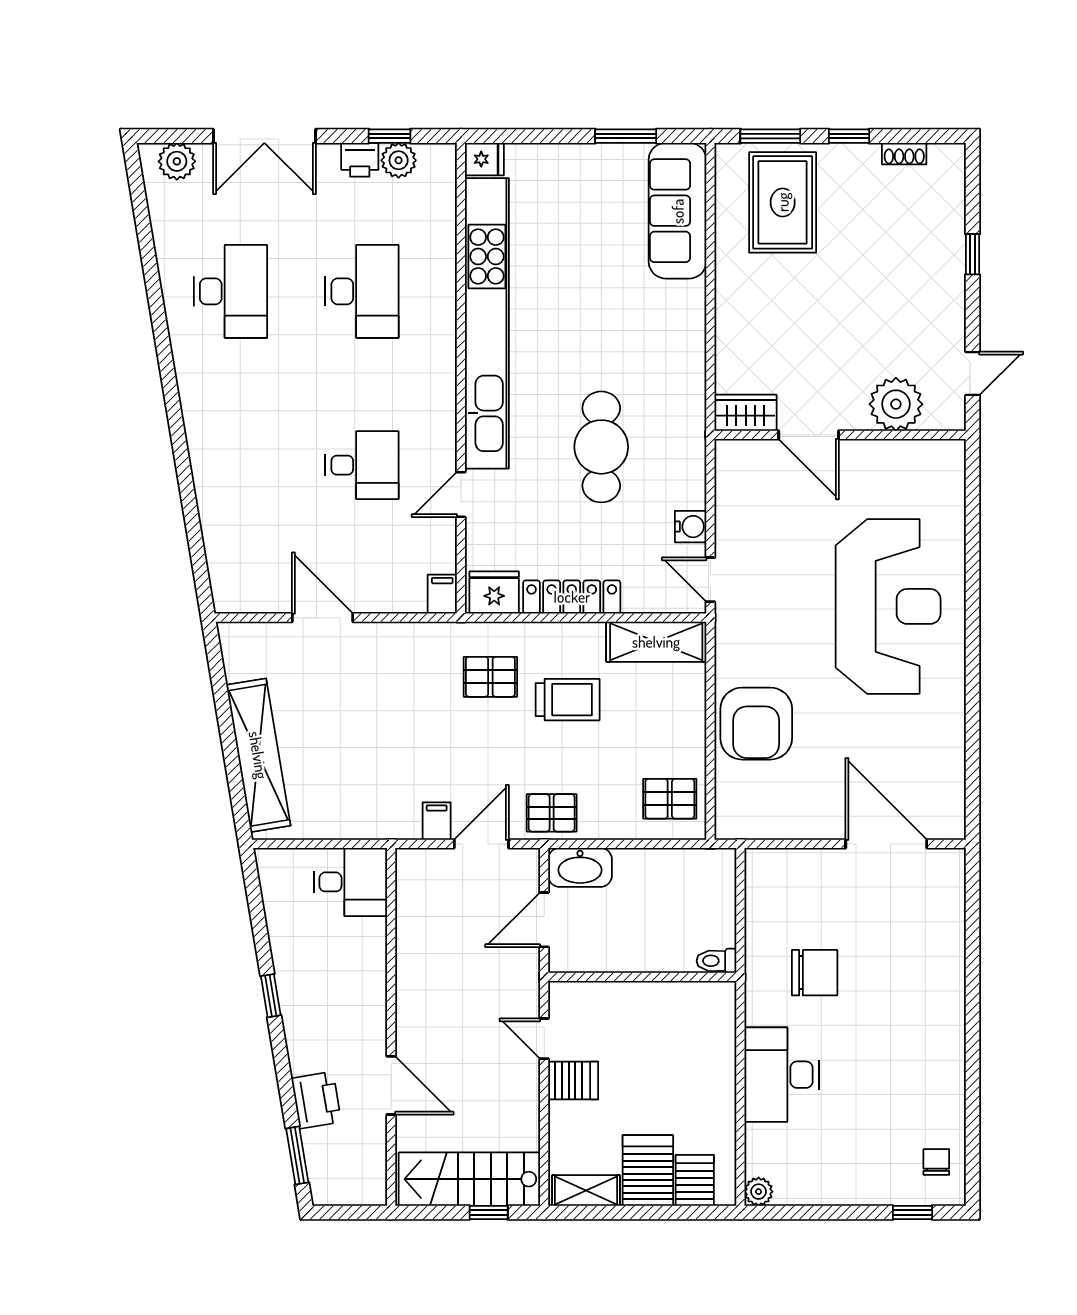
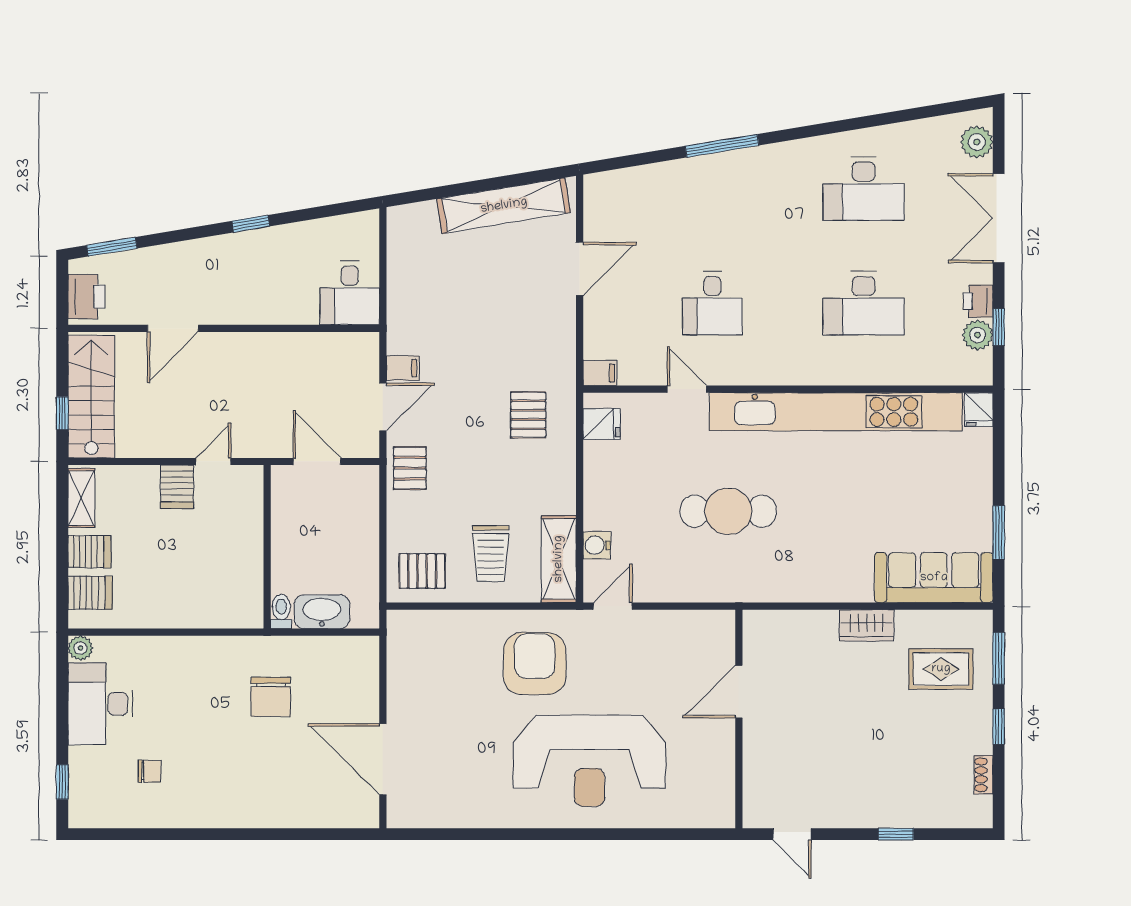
rug: (783, 202) -> (941, 669), width x0.73, depth x0.70
plant: (896, 404) -> (765, 768), removed
wardrobe: (746, 413) -> (867, 625), moved, turned 90
window: (181, 454) -> (722, 146), added
water cooler: (691, 527) -> (597, 545), moved, turned 90
fridge: (494, 593) -> (602, 424), width x0.72
locker: (572, 597) -> (598, 486), removed
trolley: (568, 700) -> (491, 553), moved
armchair: (756, 724) -> (535, 664), moved, turned 90
shelving: (258, 755) -> (504, 206), moved
pallet: (670, 799) -> (422, 571), turned 90
door: (481, 844) -> (383, 407), hinge flipped
door: (886, 844) -> (383, 759), swing flipped
washbasin: (580, 867) -> (322, 612), moved, turned 90
desk: (781, 1075) -> (100, 704), moved, turned -90
printer: (316, 1100) -> (87, 297), moved, turned -81
chair: (936, 1162) -> (150, 771), moved
server rack: (648, 1170) -> (89, 552), width x0.73, depth x0.70

